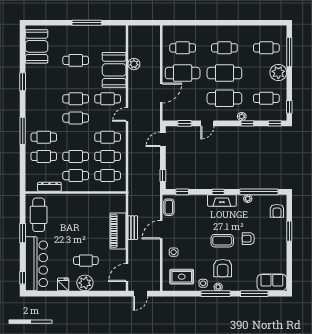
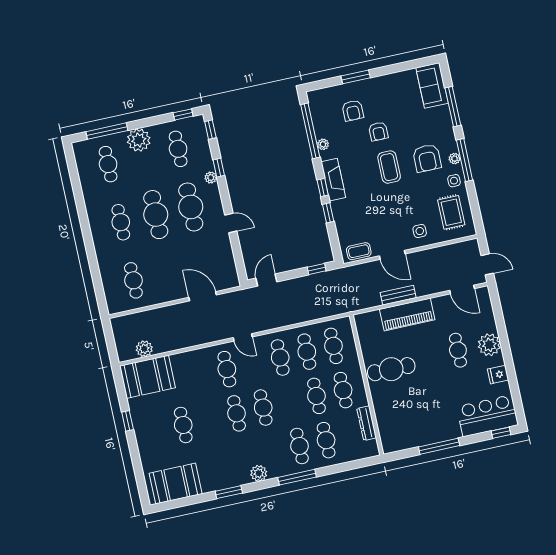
window: (87, 23) -> (128, 421), width x0.46
plant: (134, 64) -> (144, 349), moved
booth: (114, 70) -> (147, 377), moved
cafe table: (183, 73) -> (168, 273), removed
plant: (31, 105) -> (259, 473), added
window: (185, 123) -> (238, 255), removed
door: (163, 139) -> (266, 280), swing flipped
window: (182, 192) -> (328, 213), moved
armchair: (277, 211) -> (353, 111), moved, turned 90
cafe table: (39, 215) -> (391, 369), moved
window: (23, 233) -> (439, 446), width x1.44
bar counter: (36, 264) -> (487, 416), width x0.73
armchair: (223, 268) -> (427, 158), turned 90

